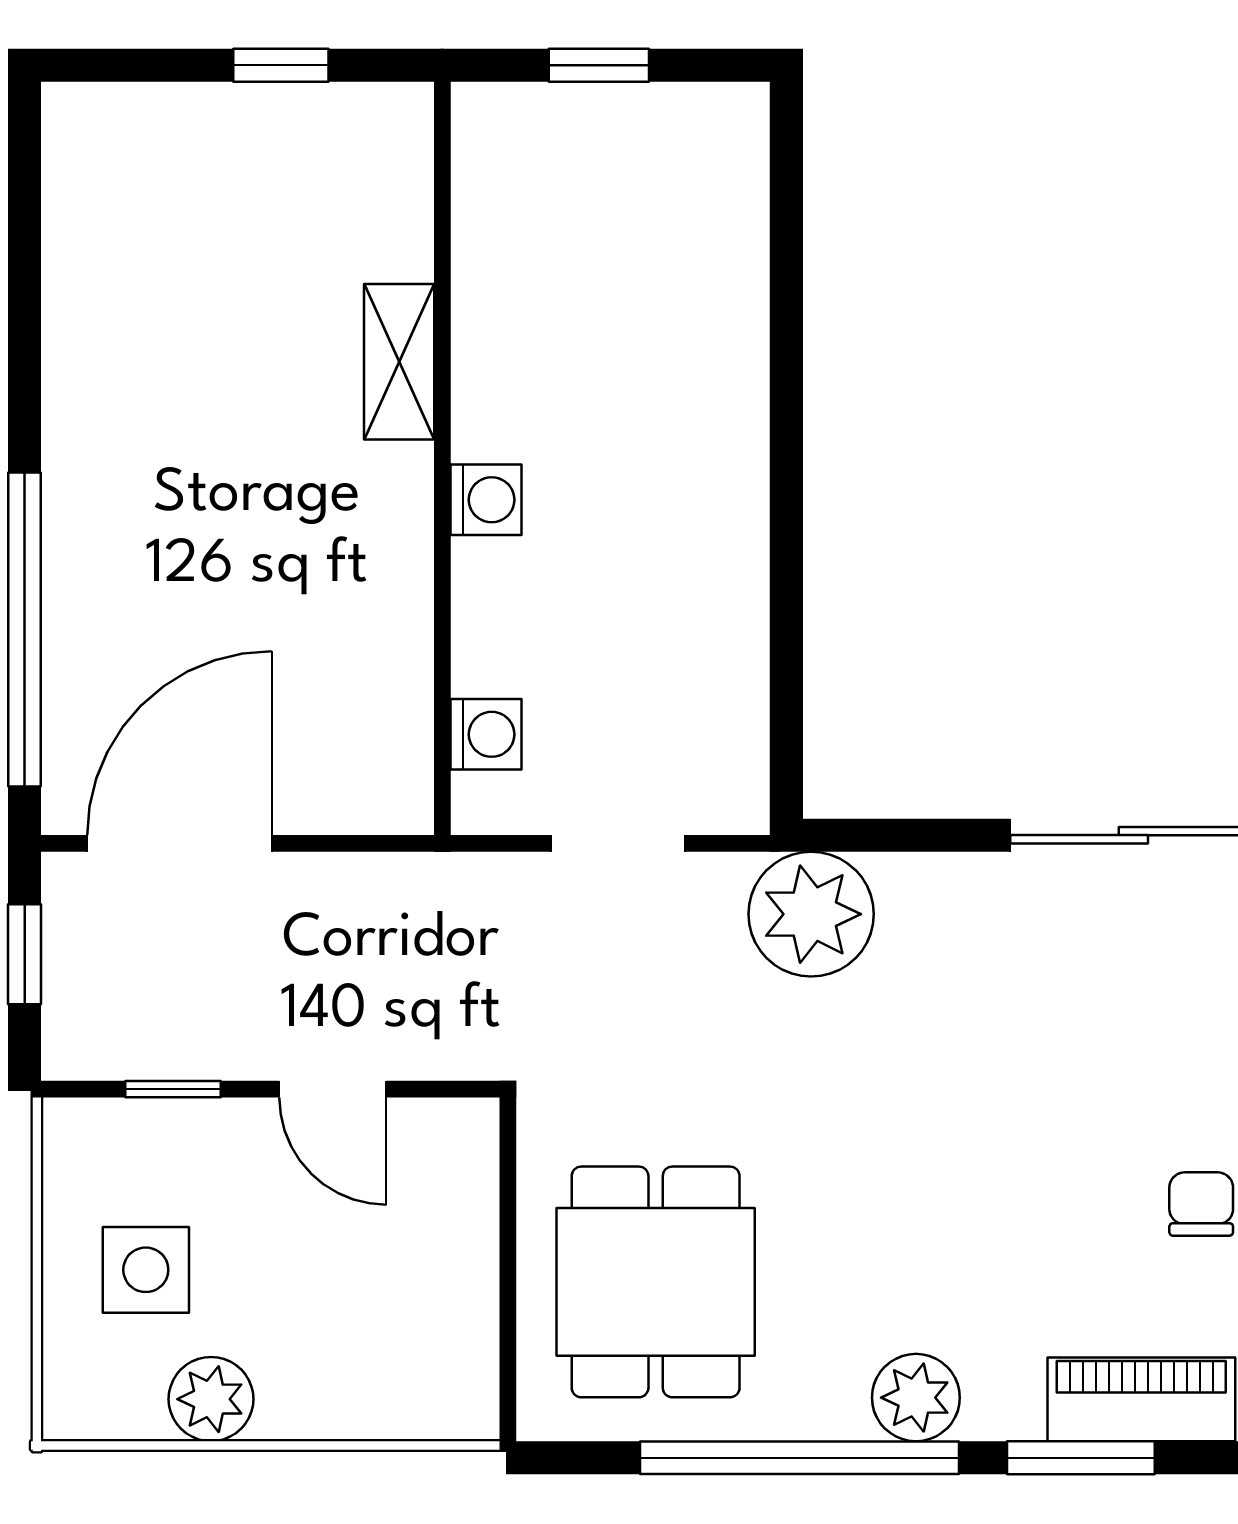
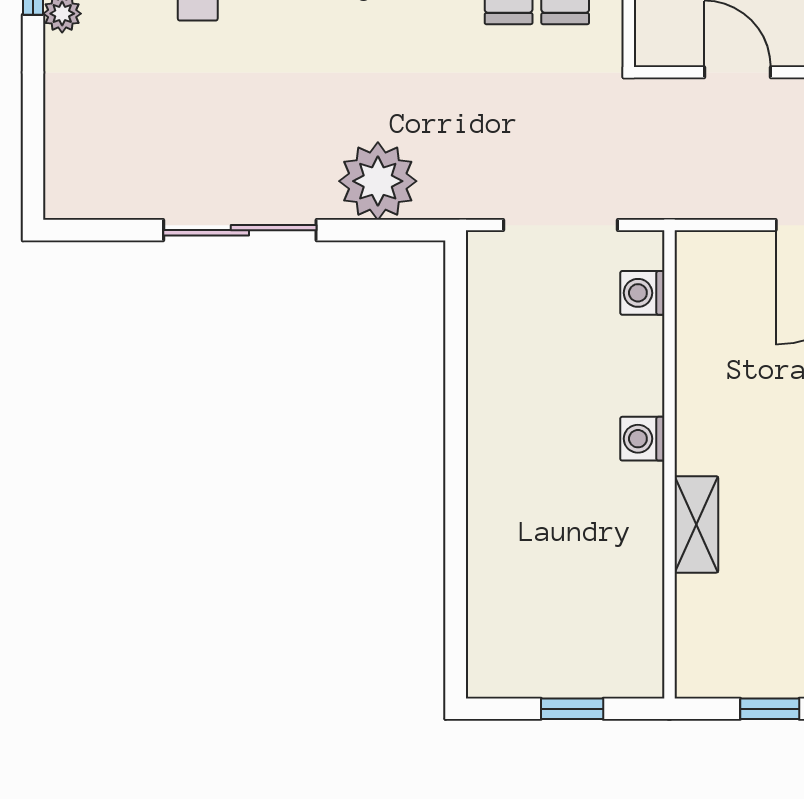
doorway: (618, 843) -> (560, 225), width x1.38
plant: (811, 914) -> (378, 181), moved

